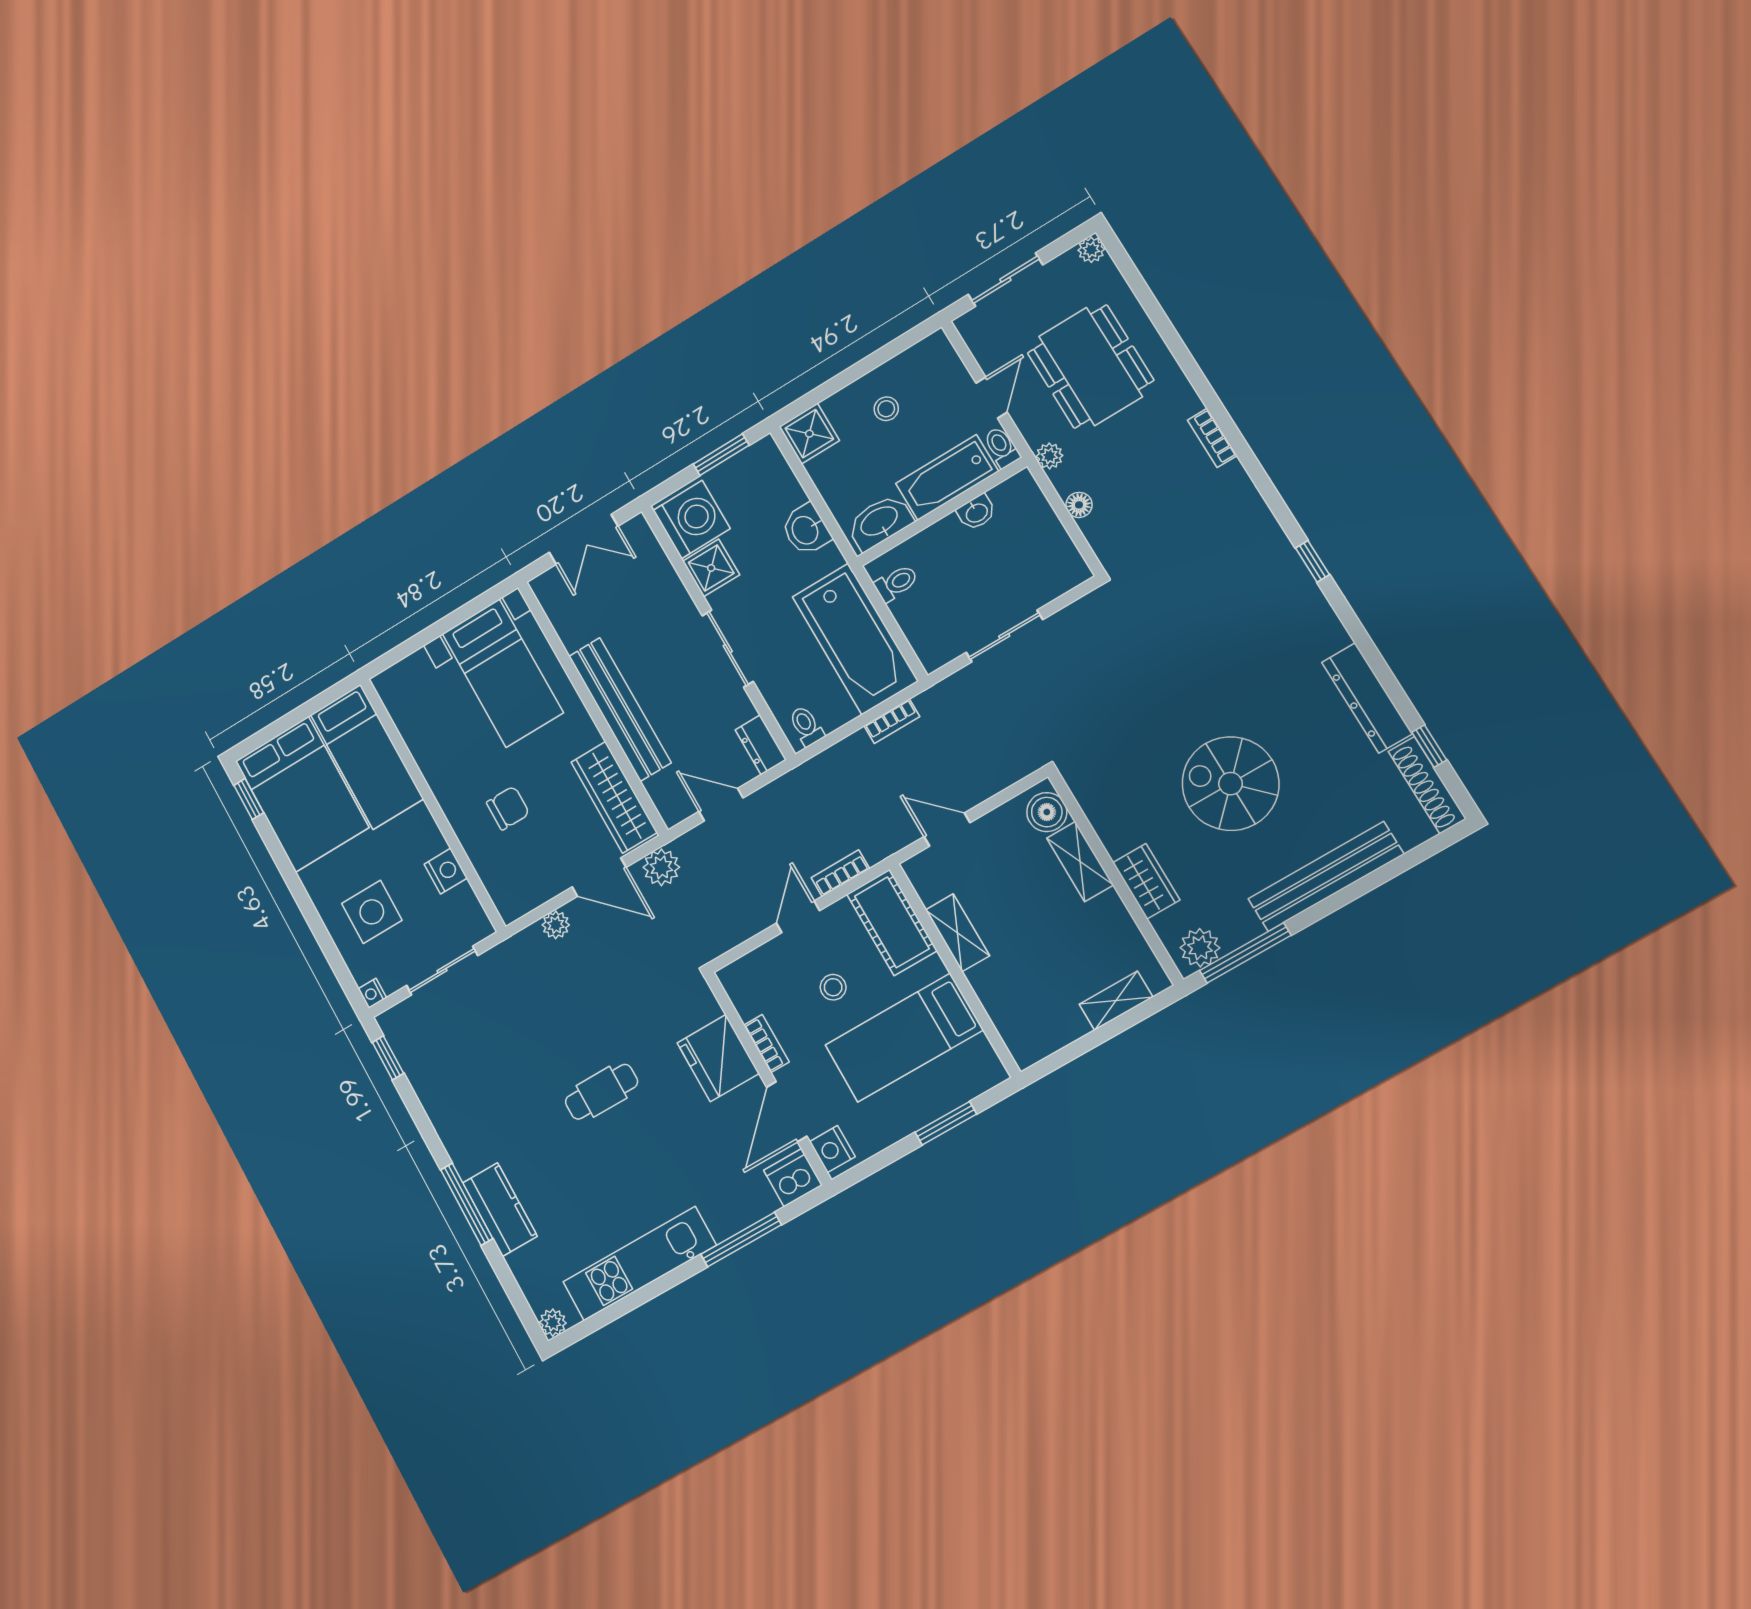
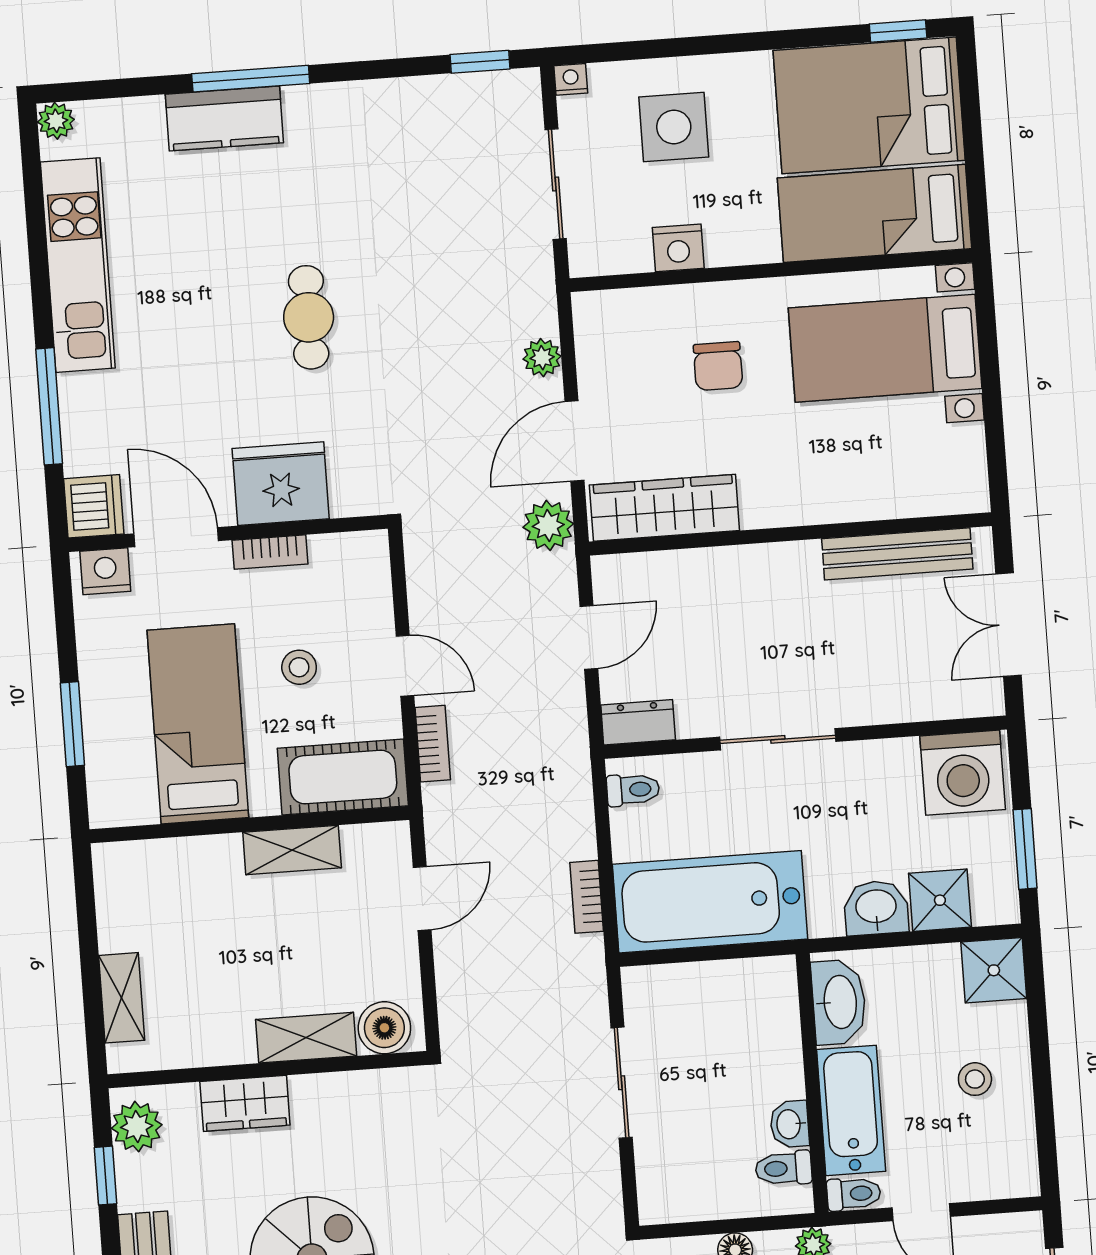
shower: (711, 568) -> (940, 900), moved
toilet: (896, 583) -> (784, 1168), moved, turned 90
bed with nightstands: (503, 673) -> (885, 348), moved
bench: (620, 709) -> (897, 554), moved, width x0.73, depth x0.82
window: (1245, 953) -> (106, 1176), width x0.46

